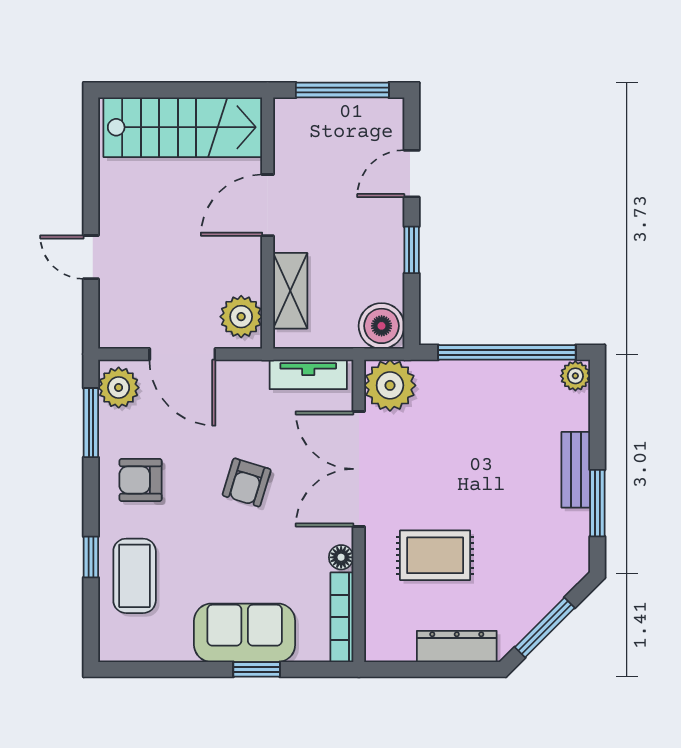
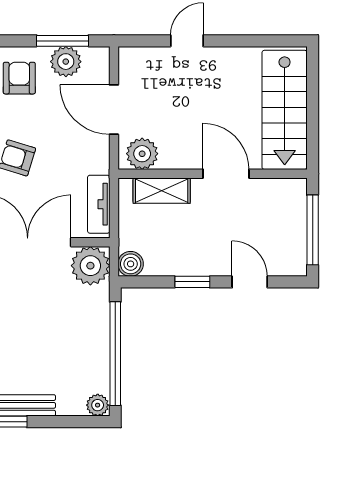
boiler: (382, 326) -> (131, 264), width x0.73, depth x0.73
door: (182, 354) -> (114, 110), hinge flipped
plant: (119, 388) -> (66, 62), moved

